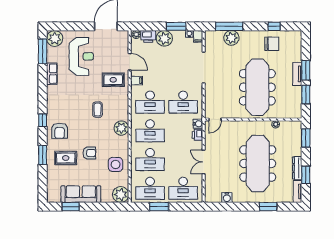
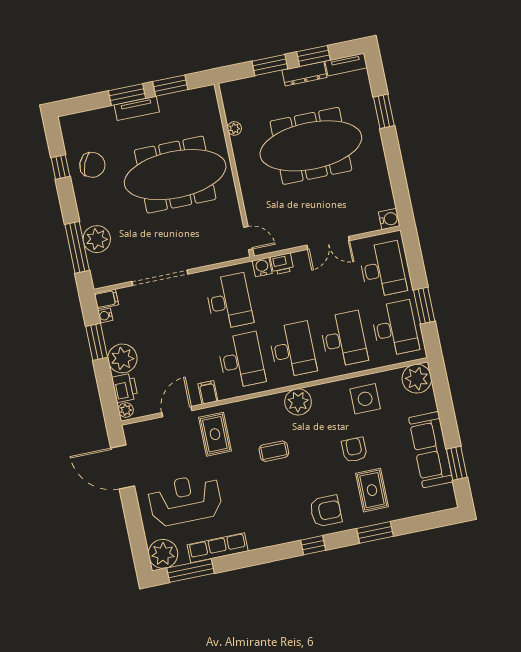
chair: (272, 44) -> (92, 165), turned 112
row of seats: (52, 74) -> (218, 548), width x1.48
window: (306, 138) -> (270, 65), moved
water cooler: (227, 197) -> (389, 219), moved

